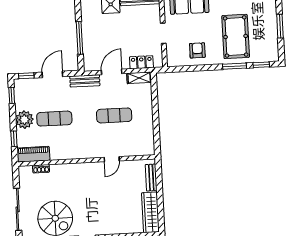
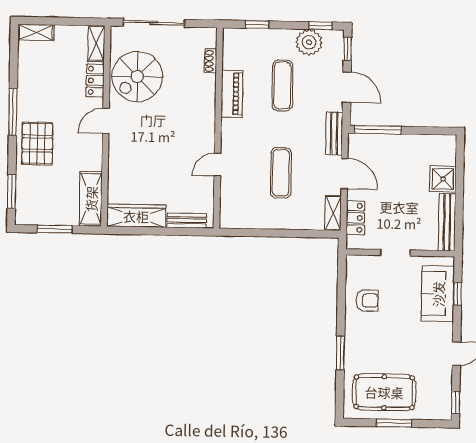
pool table: (236, 36) -> (384, 392), moved
window: (79, 38) -> (378, 130), moved
window: (261, 65) -> (340, 392), removed
plant: (24, 120) -> (309, 42), moved
piano: (33, 154) -> (232, 94), moved
door: (112, 159) -> (217, 165), hinge flipped

